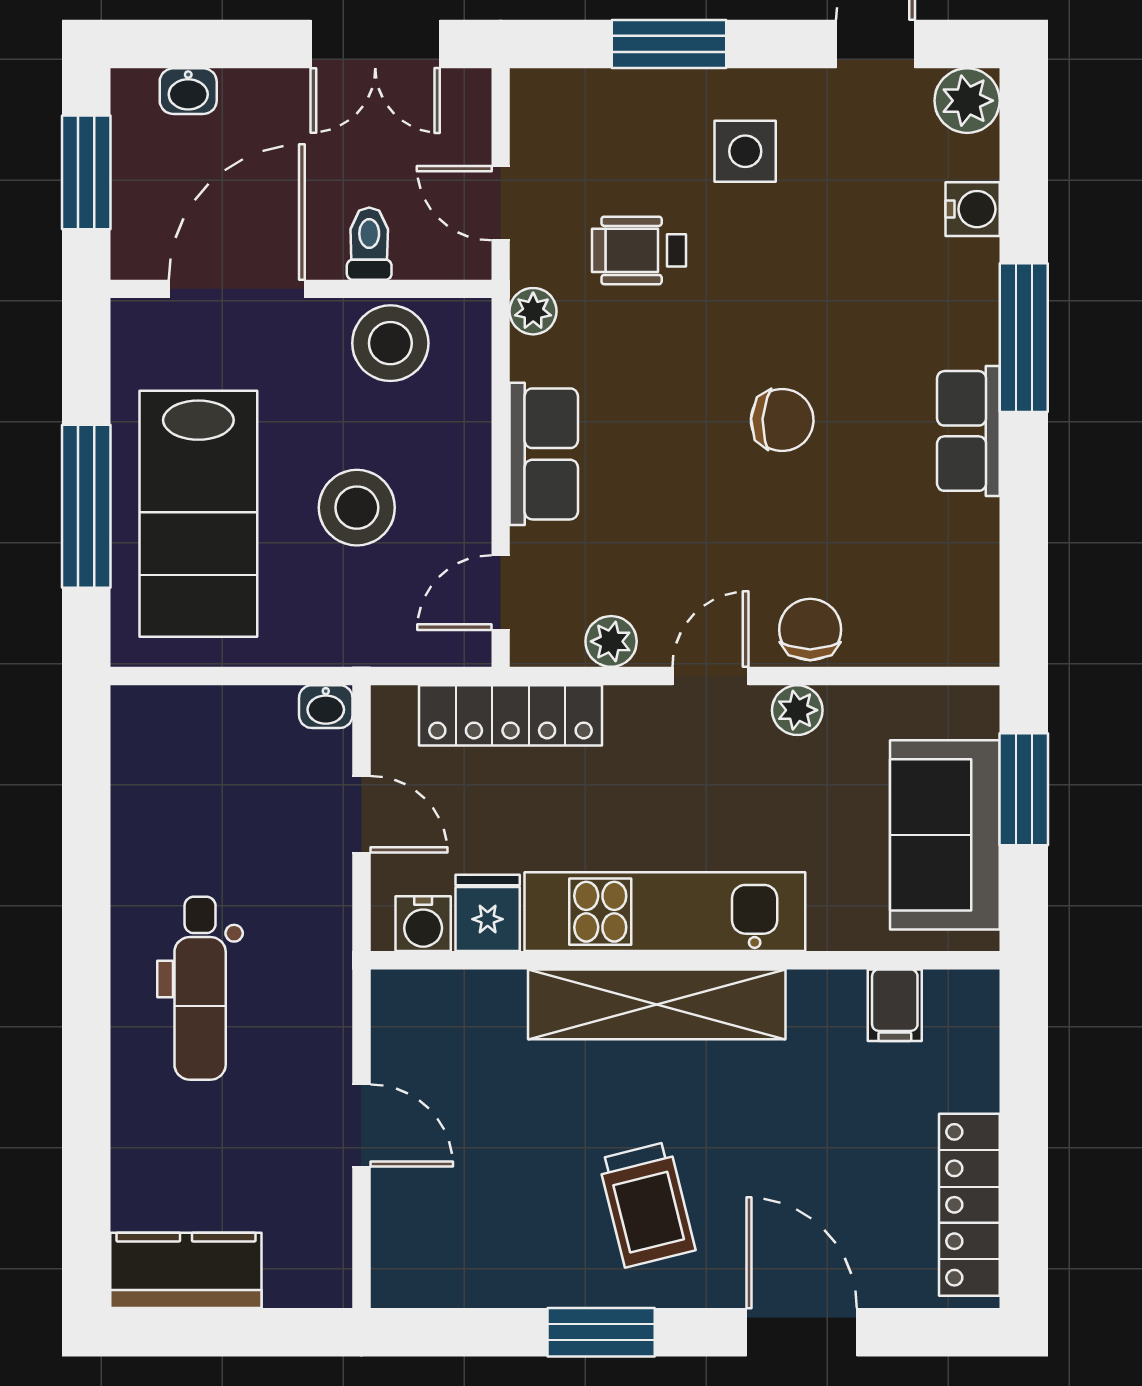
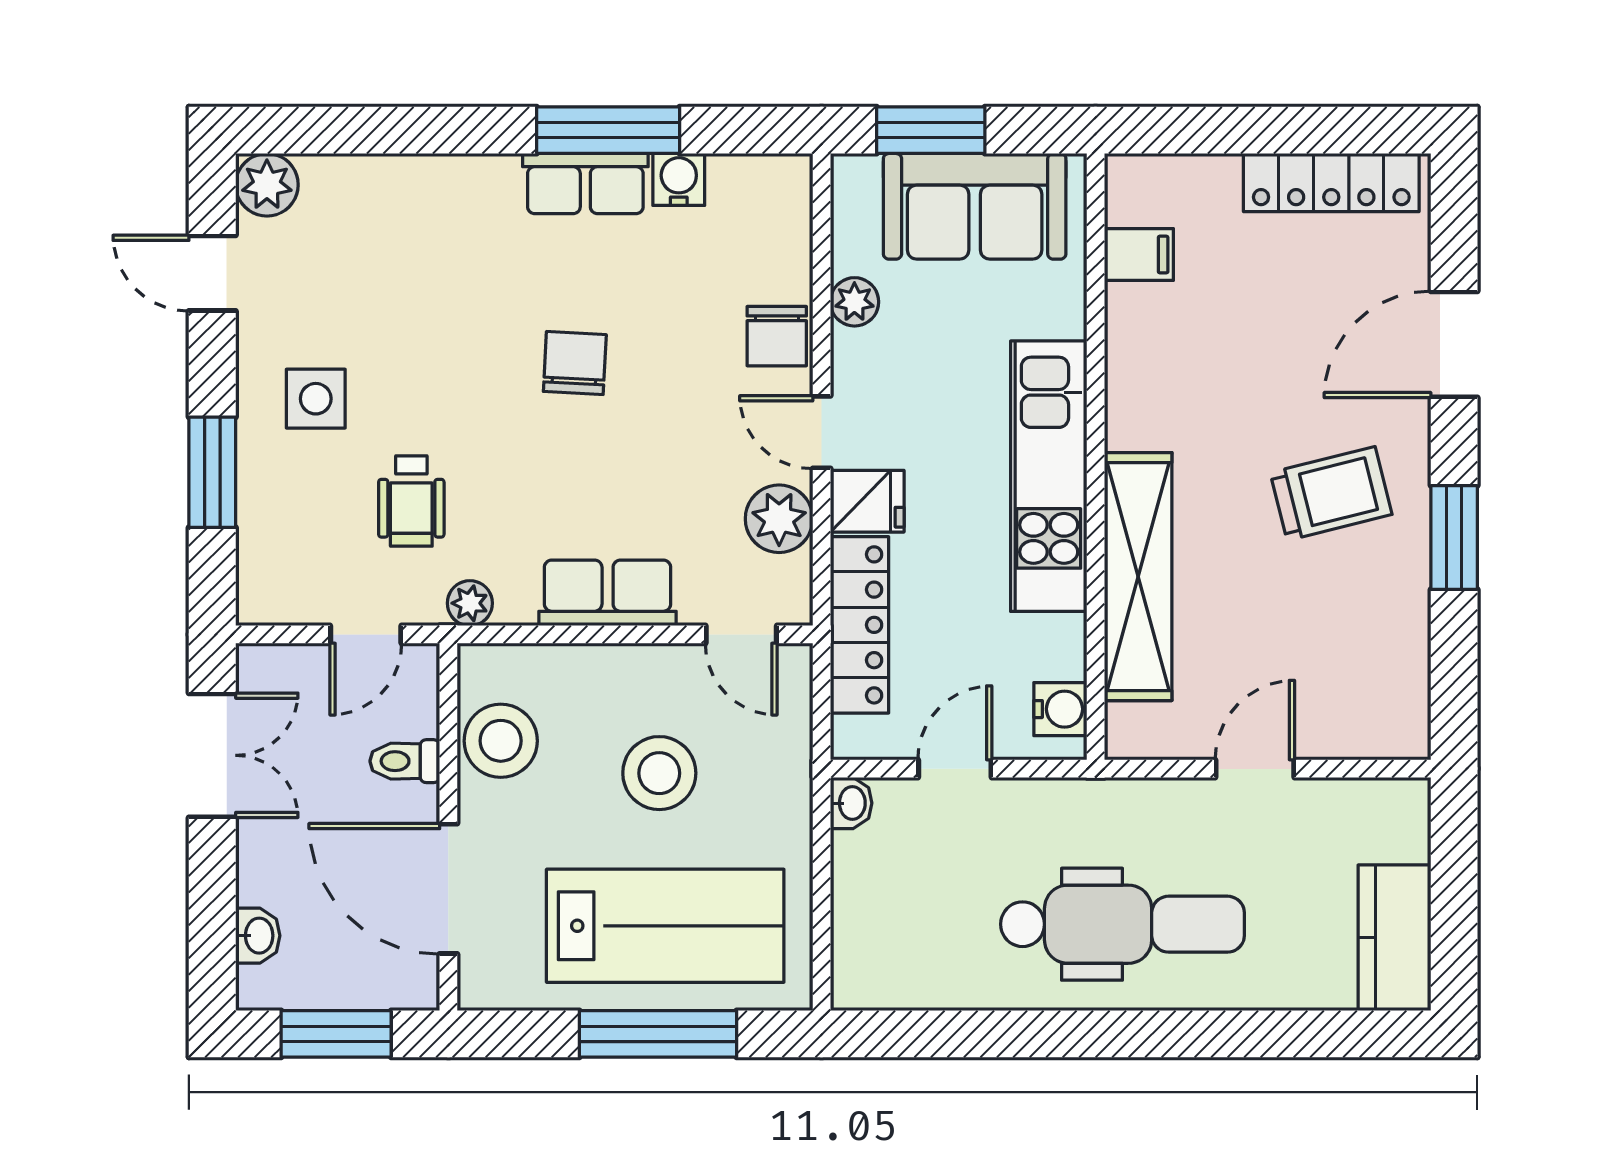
water cooler: (973, 209) -> (679, 179), moved
window: (1024, 338) -> (608, 130), moved
chair: (810, 630) -> (777, 336), turned -90
plant: (611, 641) -> (779, 519), width x1.38, depth x1.38
plant: (797, 710) -> (854, 302), moved
fridge: (488, 913) -> (867, 501), moved, turned 180
dental chair: (200, 988) -> (1122, 924), width x1.36, depth x1.38
shelving: (657, 1004) -> (1138, 577), moved

